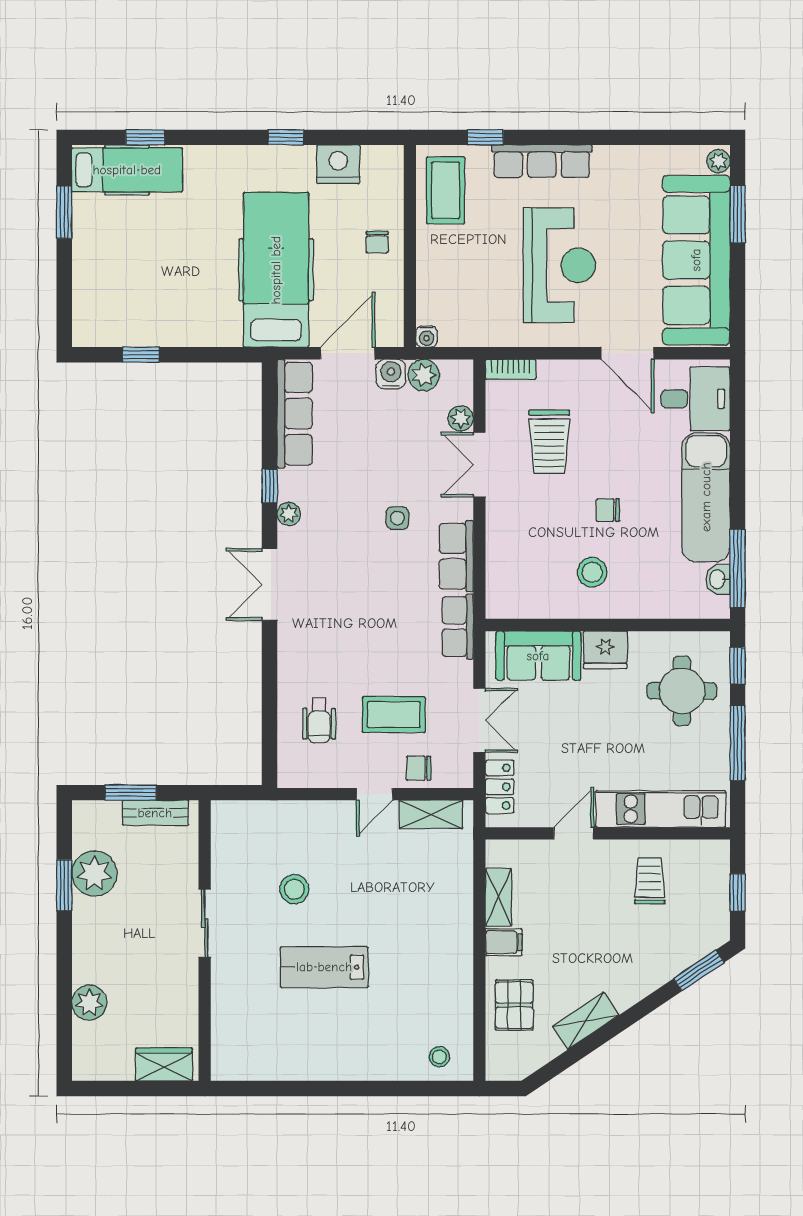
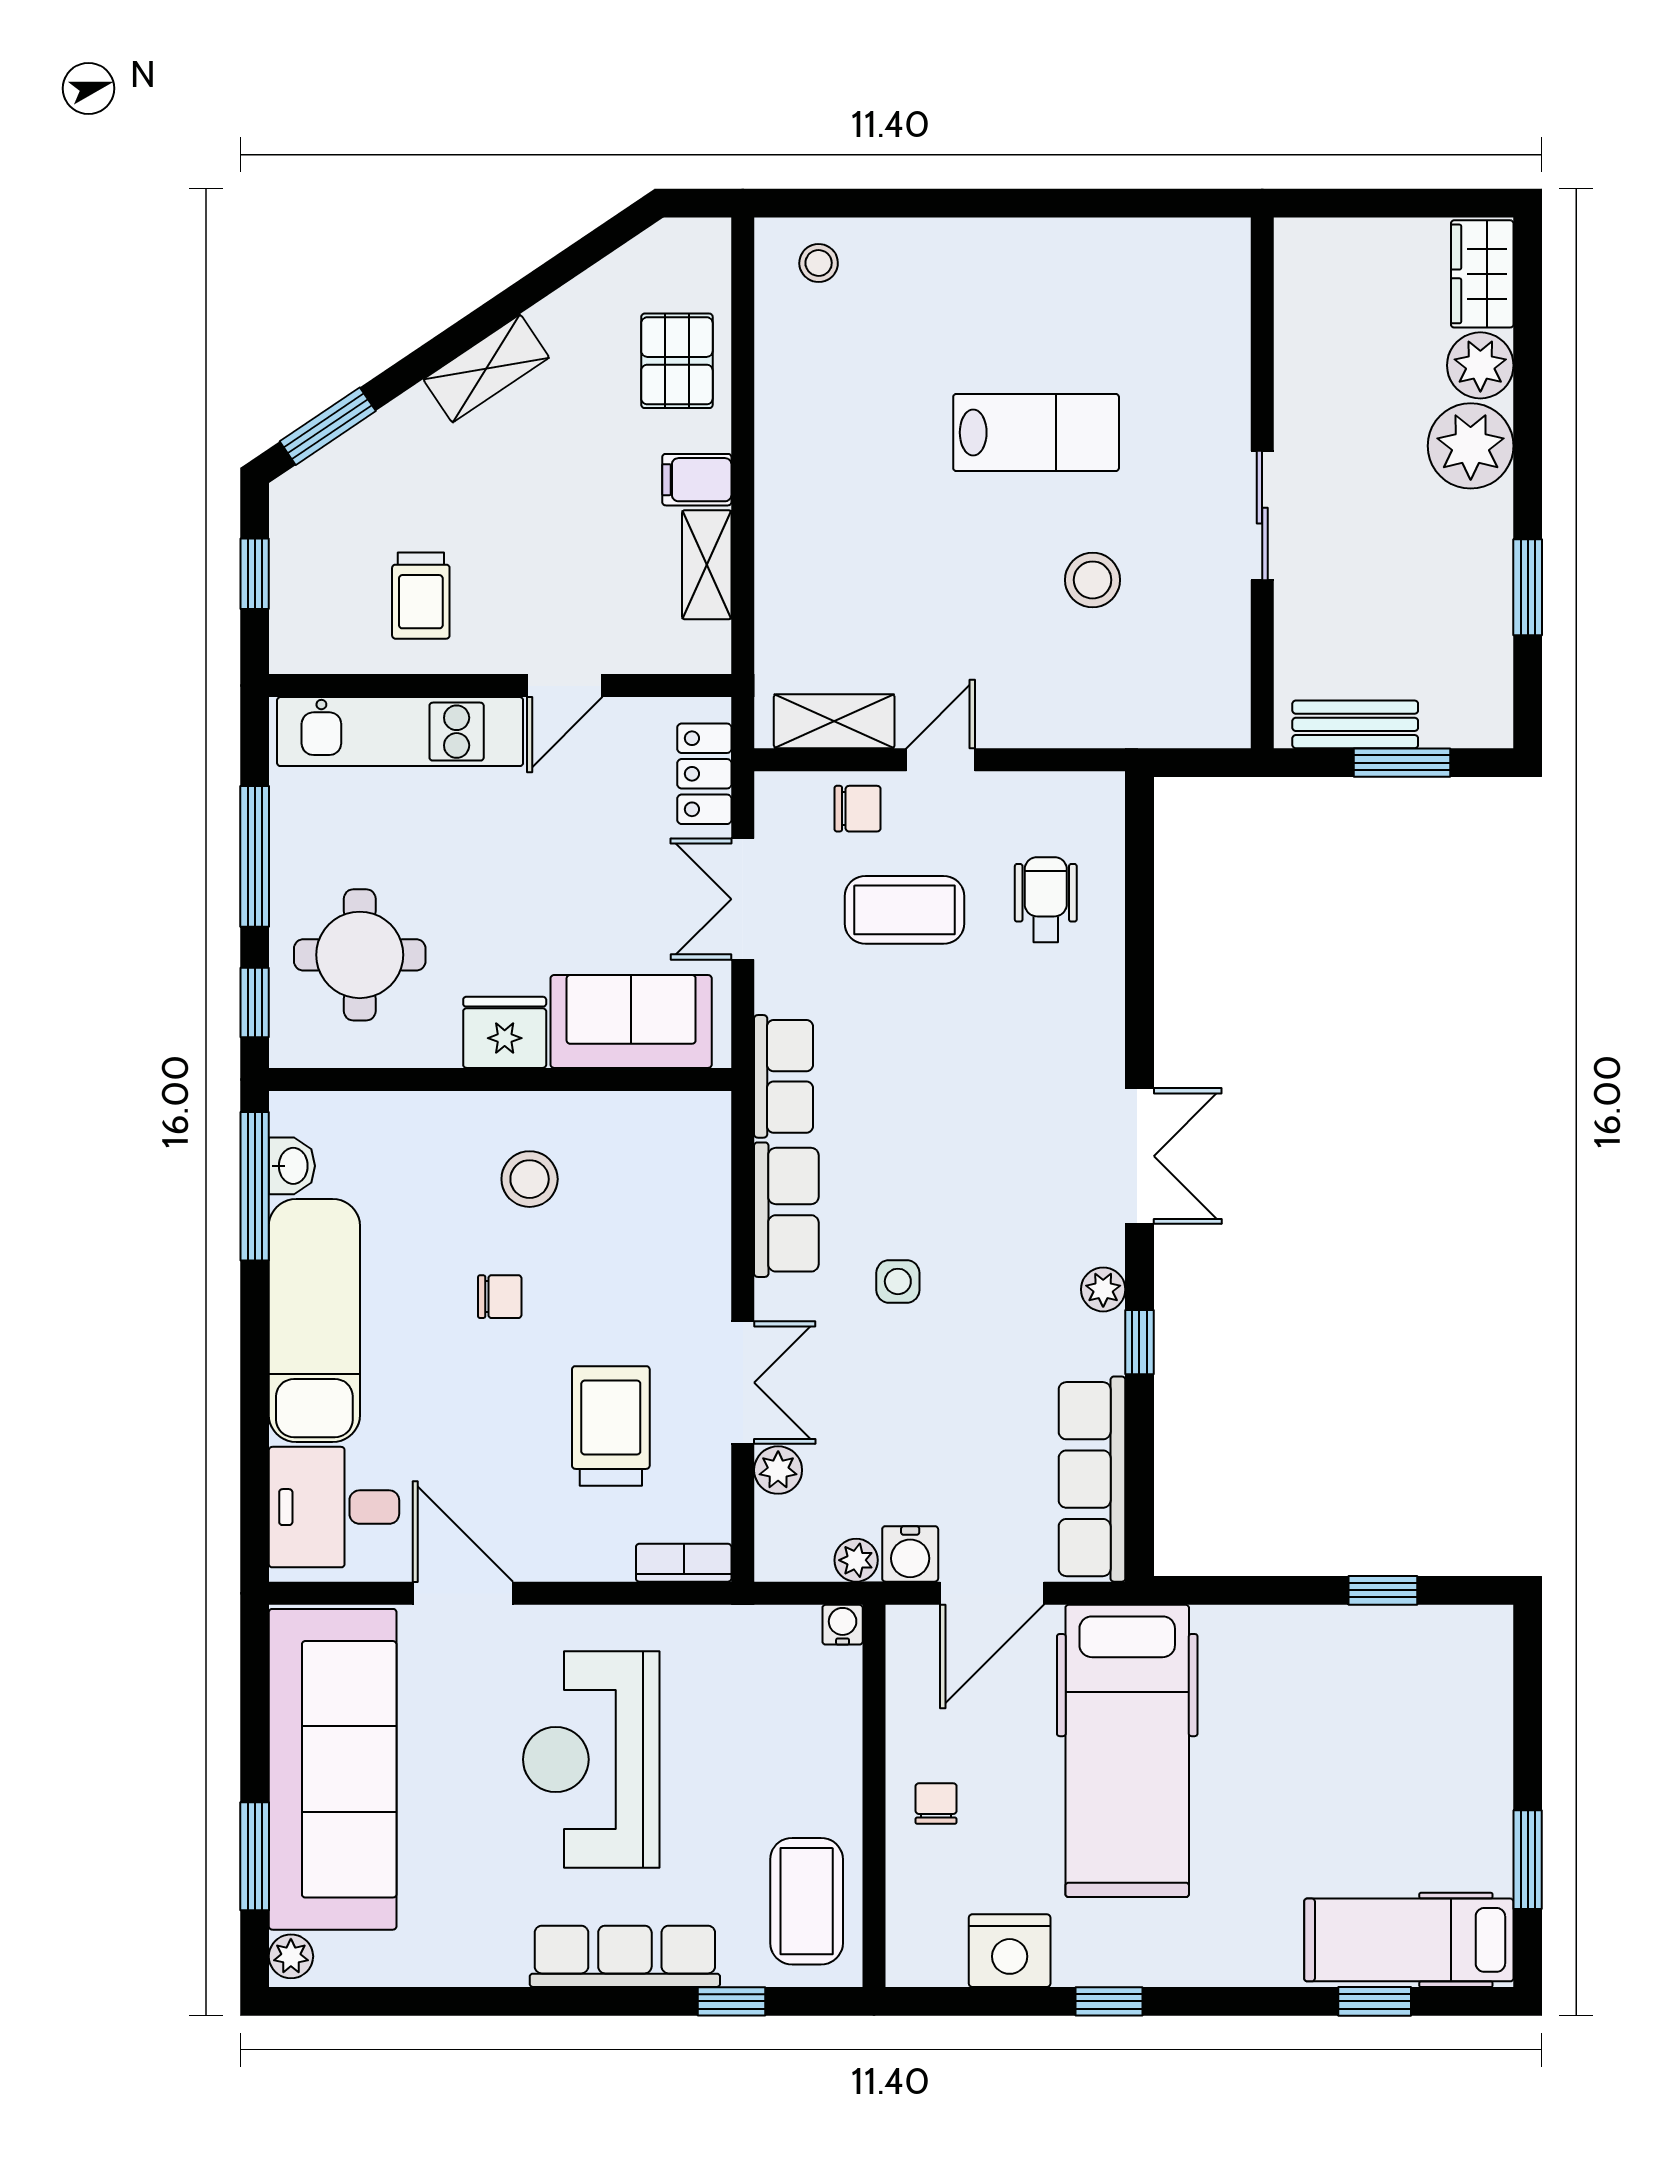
plant: (424, 375) -> (856, 1560), width x0.73, depth x0.73
plant: (94, 874) -> (1471, 446), moved
shelving: (586, 1021) -> (486, 368), moved
wardrobe: (164, 1064) -> (1482, 274), moved, turned 90

